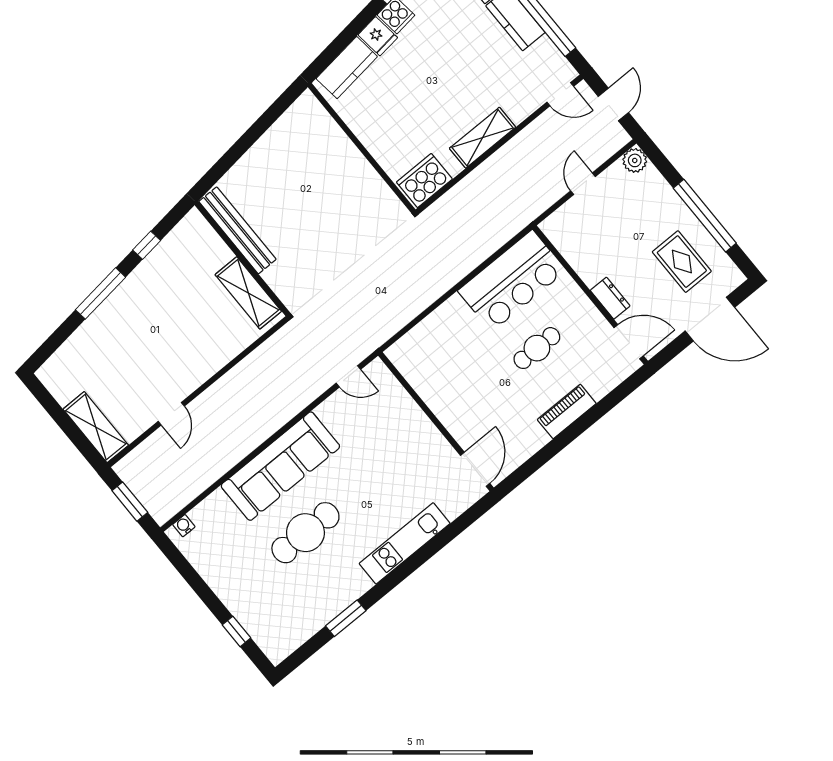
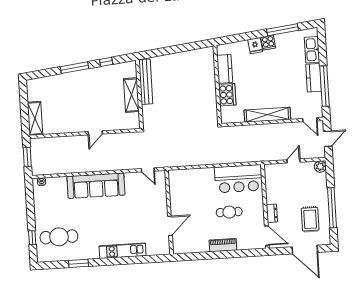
kitchen counter: (347, 68) -> (225, 69), moved, turned -83
shelving: (483, 138) -> (267, 115), width x1.47
cooker: (424, 181) -> (227, 95), moved, turned 90
shelving: (248, 293) -> (131, 95), moved
door: (171, 414) -> (95, 133), moved
door: (475, 469) -> (170, 226), moved
cafe table: (305, 533) -> (59, 237), moved

